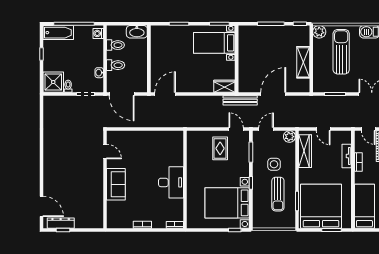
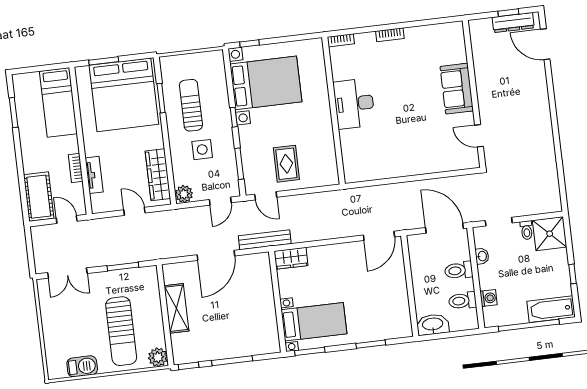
washing machine: (98, 33) -> (489, 298), moved
door: (105, 152) -> (479, 136), moved
wall: (105, 179) -> (474, 94), moved
sofa: (116, 184) -> (457, 89), moved

